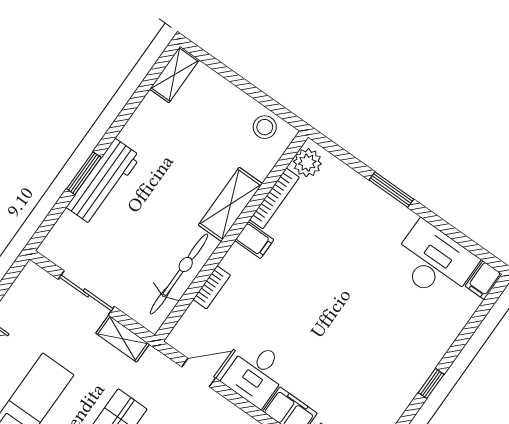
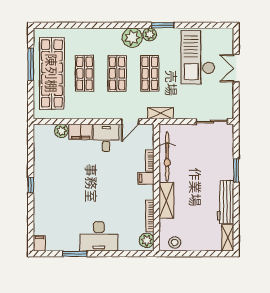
workbench: (104, 182) -> (225, 202), moved
window: (391, 190) -> (75, 254), moved
filing cabinet: (254, 240) -> (146, 178), moved
desk: (434, 262) -> (99, 236), moved
sliding door: (86, 293) -> (212, 122), moved
shelving: (123, 339) -> (160, 113), moved

